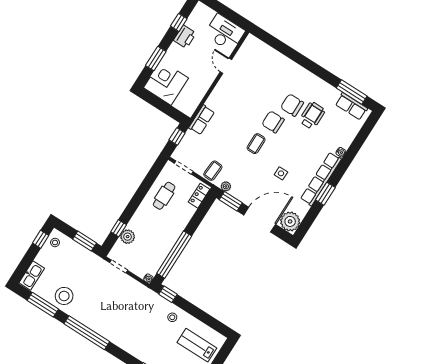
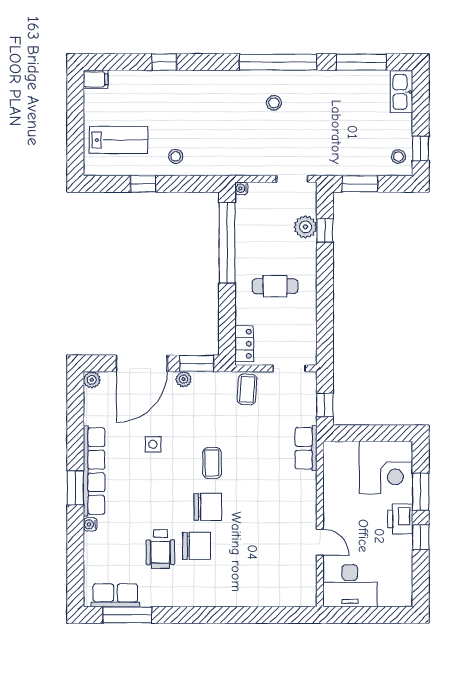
window: (179, 22) -> (421, 537), moved
printer: (185, 37) -> (400, 519), moved
plant: (226, 186) -> (184, 379), moved
window: (325, 194) -> (75, 488), moved
cafe table: (164, 196) -> (275, 286), moved, turned 90
plant: (290, 221) -> (92, 380), width x0.53, depth x0.53
window: (168, 294) -> (143, 184), moved
stool: (64, 296) -> (274, 103), moved, width x0.53, depth x0.53

